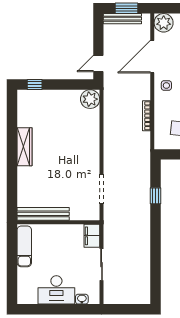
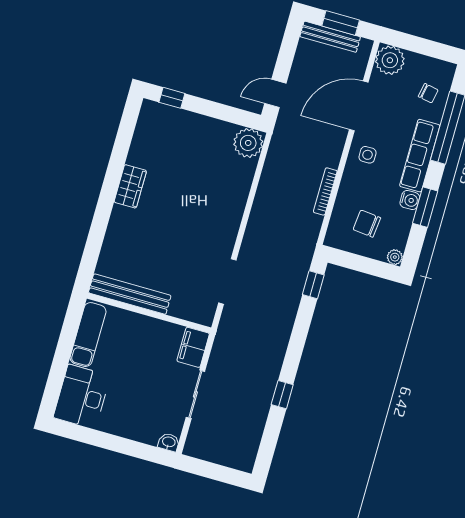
wardrobe: (24, 147) -> (130, 186), width x0.67
window: (155, 196) -> (313, 285), moved
window: (155, 250) -> (282, 395), added
desk: (56, 290) -> (82, 397), moved, turned 90
washbasin: (82, 299) -> (169, 442), moved

